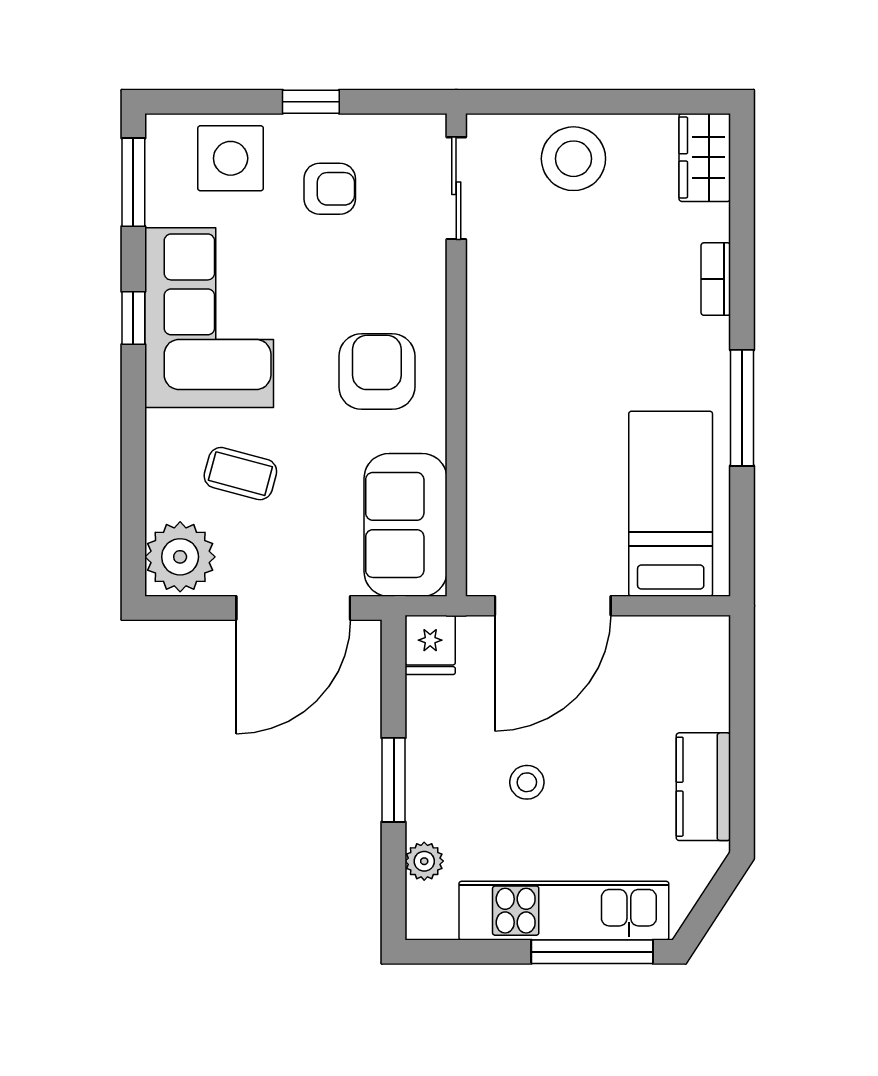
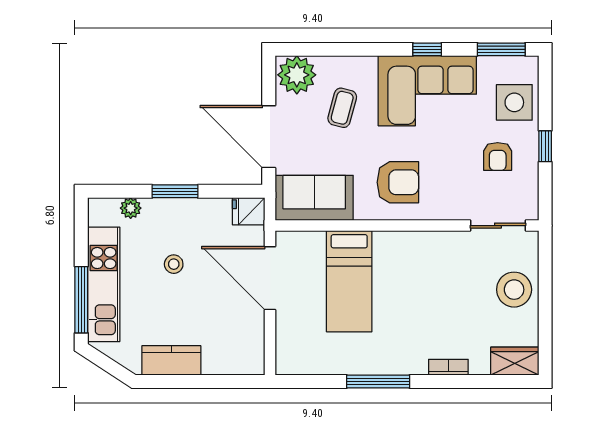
bed: (671, 504) -> (349, 281), moved, turned 90

